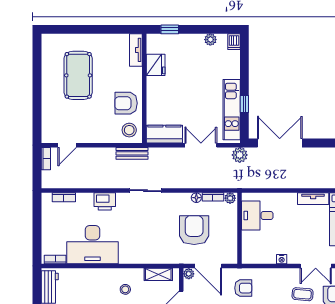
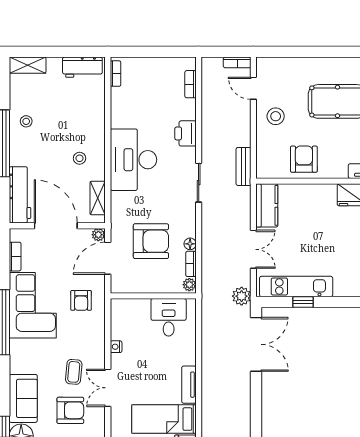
stool: (129, 130) -> (276, 116), moved
desk: (92, 245) -> (133, 160), moved

